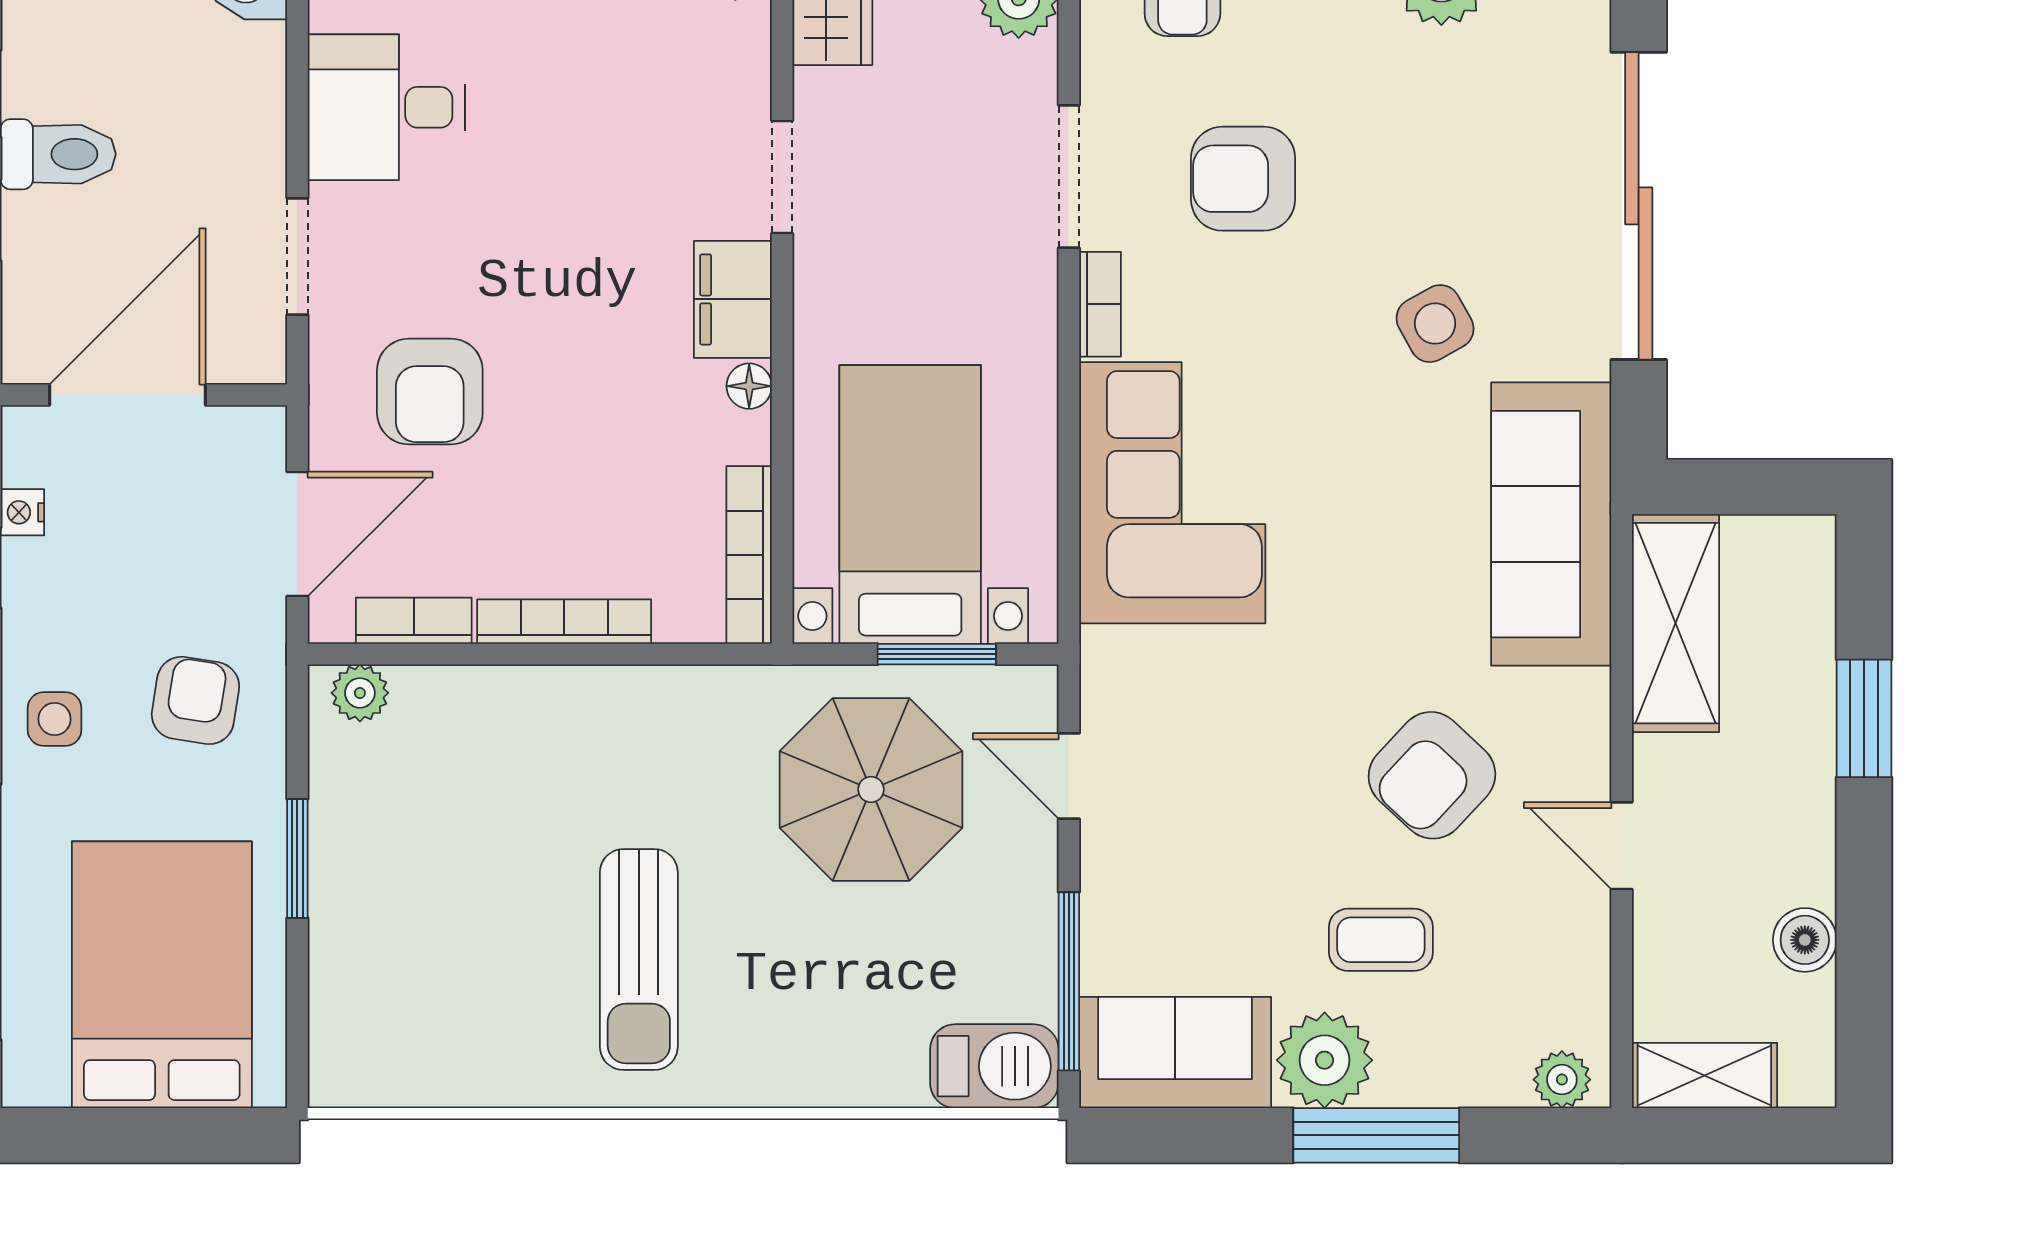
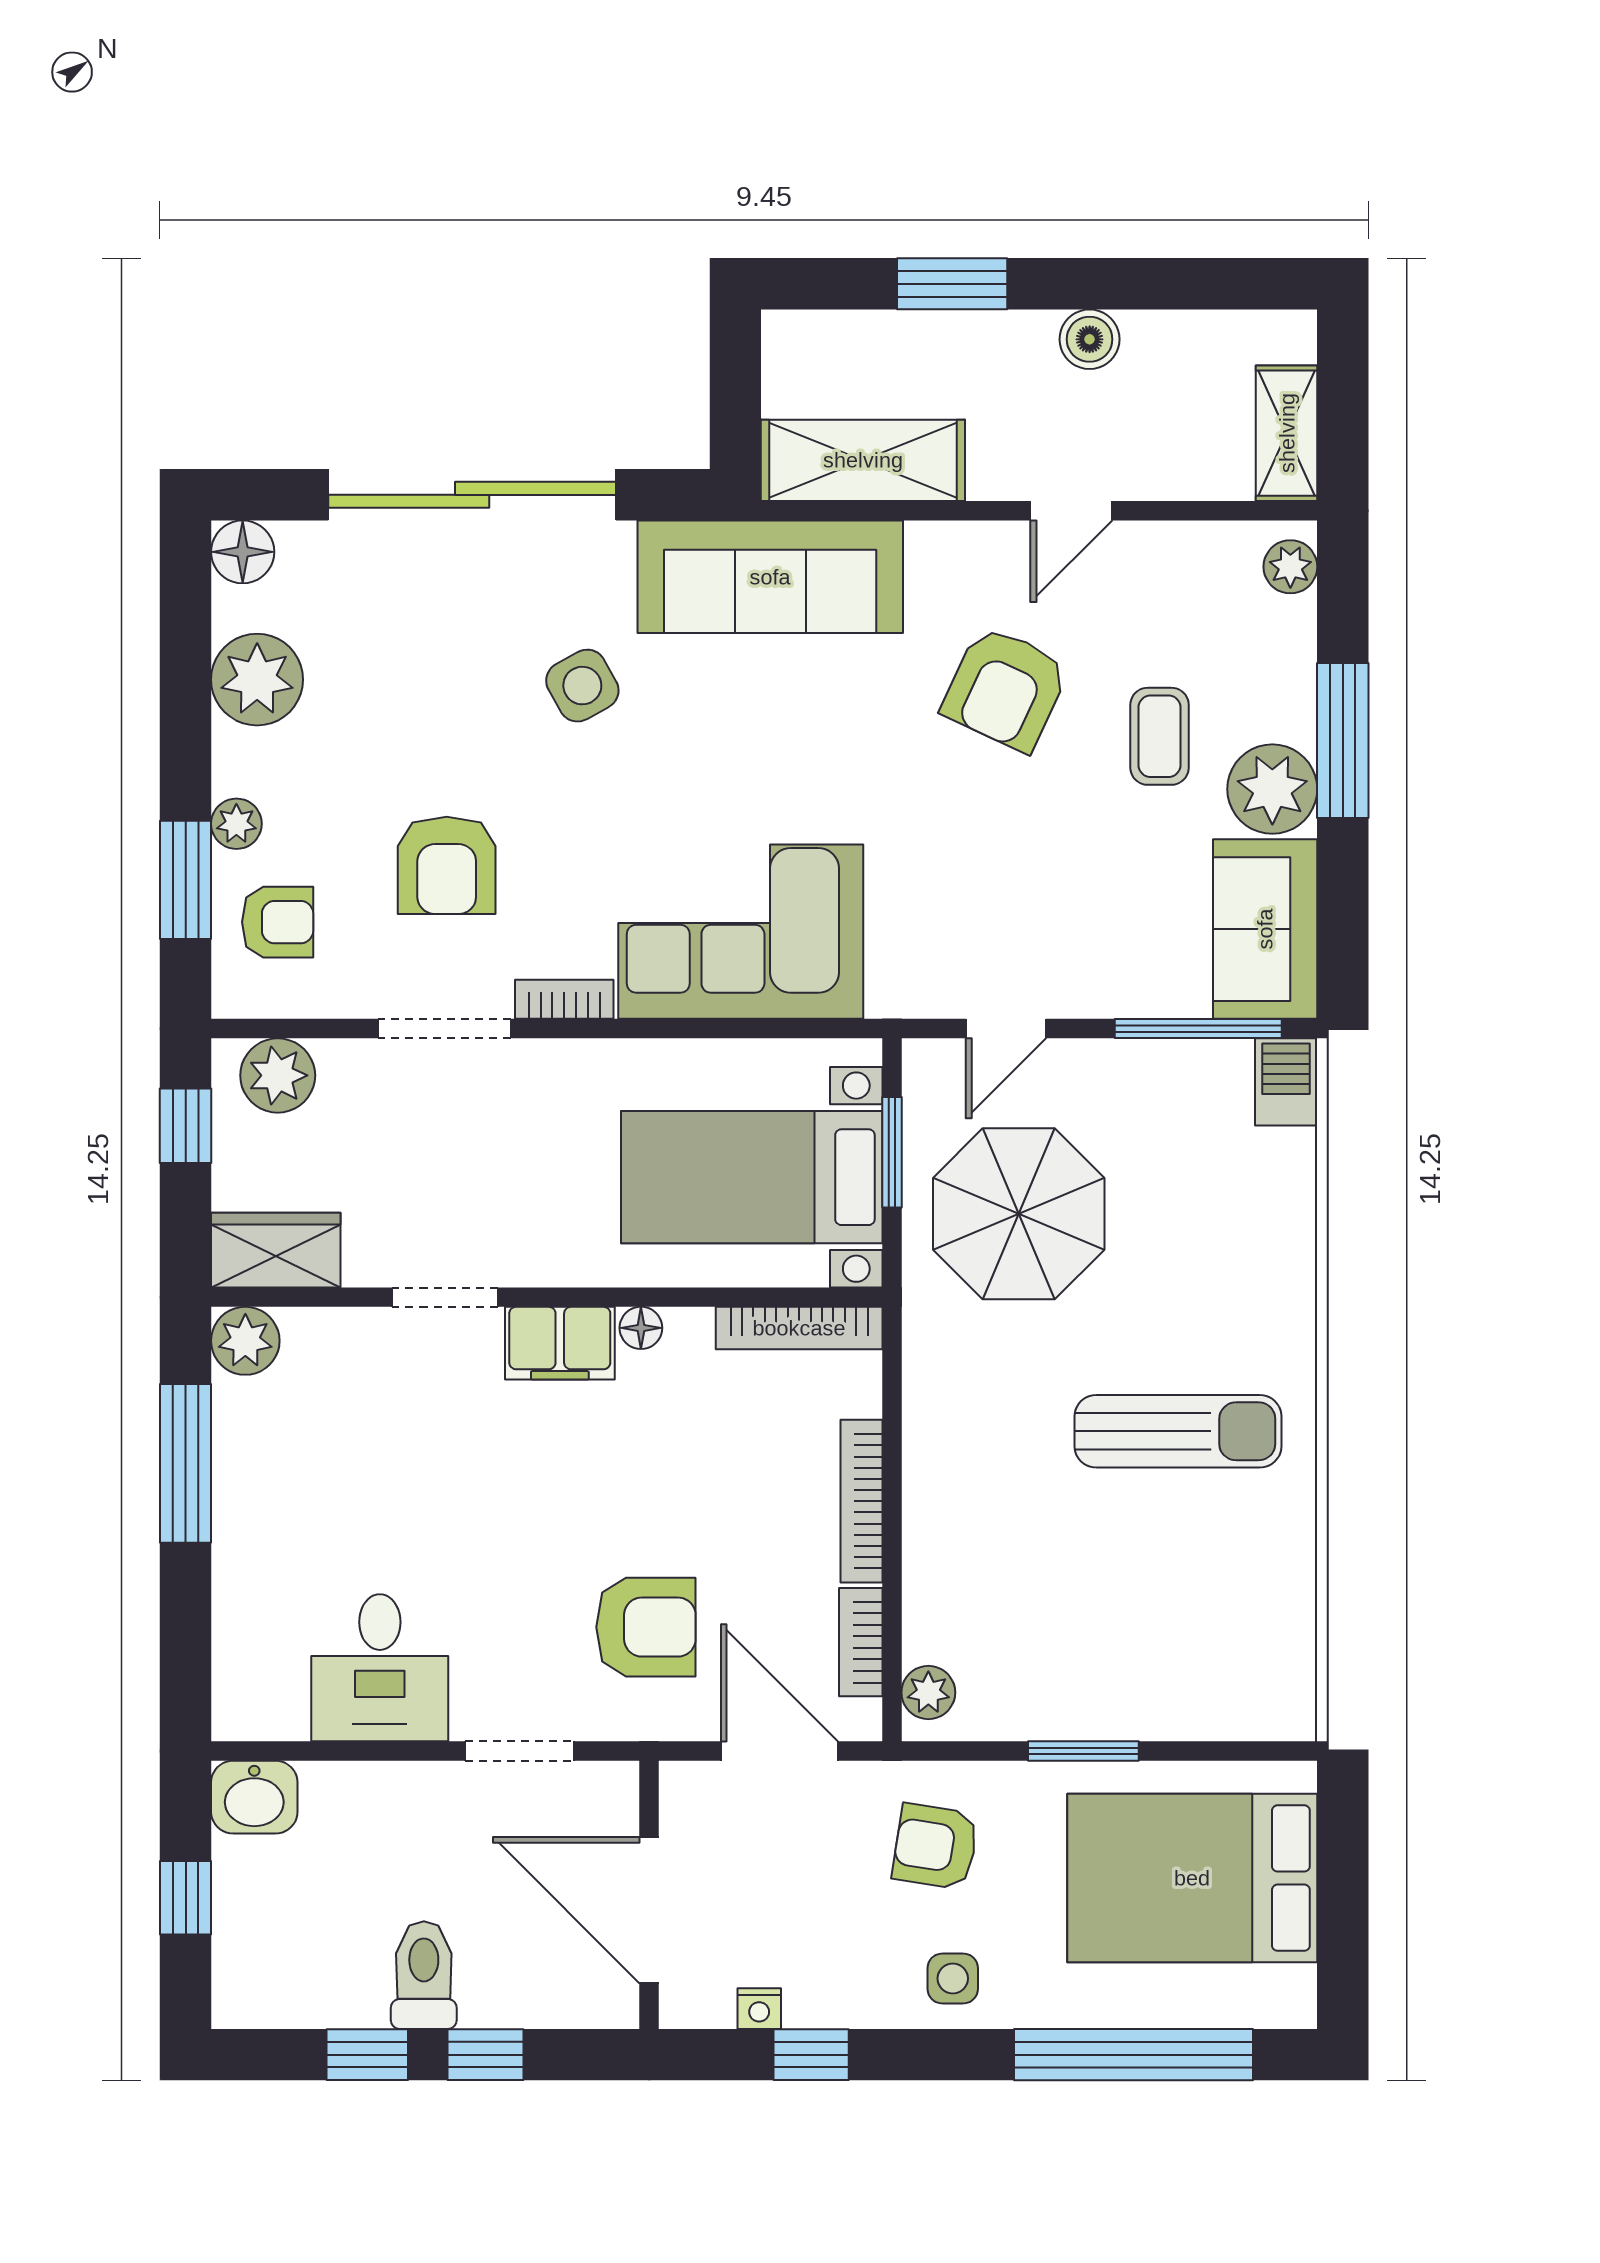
armchair: (1432, 775) -> (1005, 688), turned 72
boiler: (1805, 940) -> (1090, 339), moved
barbecue: (994, 1066) -> (1286, 1082), width x0.73, depth x0.79

